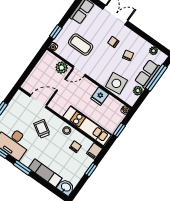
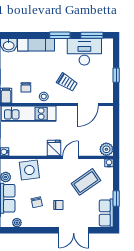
window: (56, 32) -> (116, 199), moved
coffee table: (81, 45) -> (86, 182), turned -35
plant: (62, 68) -> (106, 149), moved
fridge: (100, 96) -> (54, 148), moved

